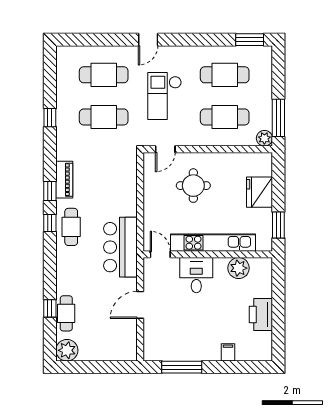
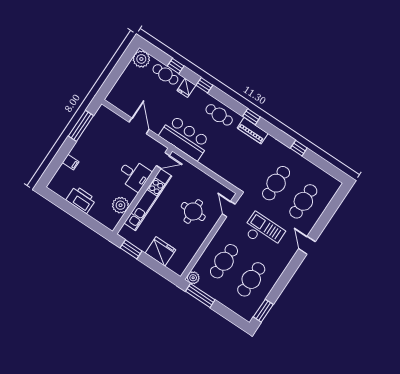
window: (50, 223) -> (204, 85), moved
fridge: (66, 281) -> (186, 88), added

